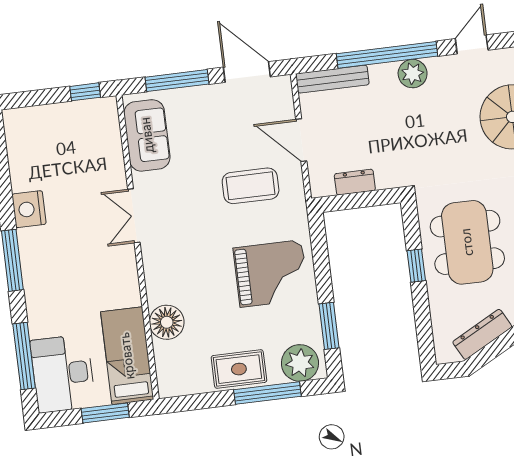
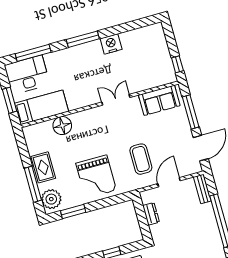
plant: (413, 74) -> (213, 236), removed
bench: (332, 79) -> (202, 189), width x0.73

